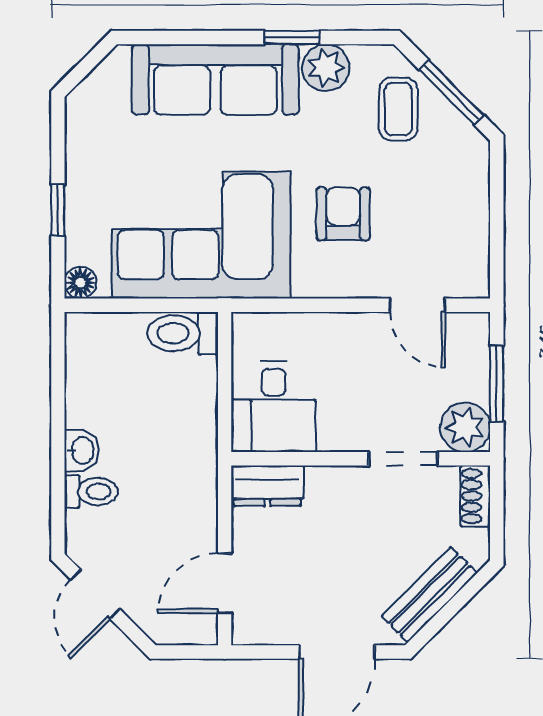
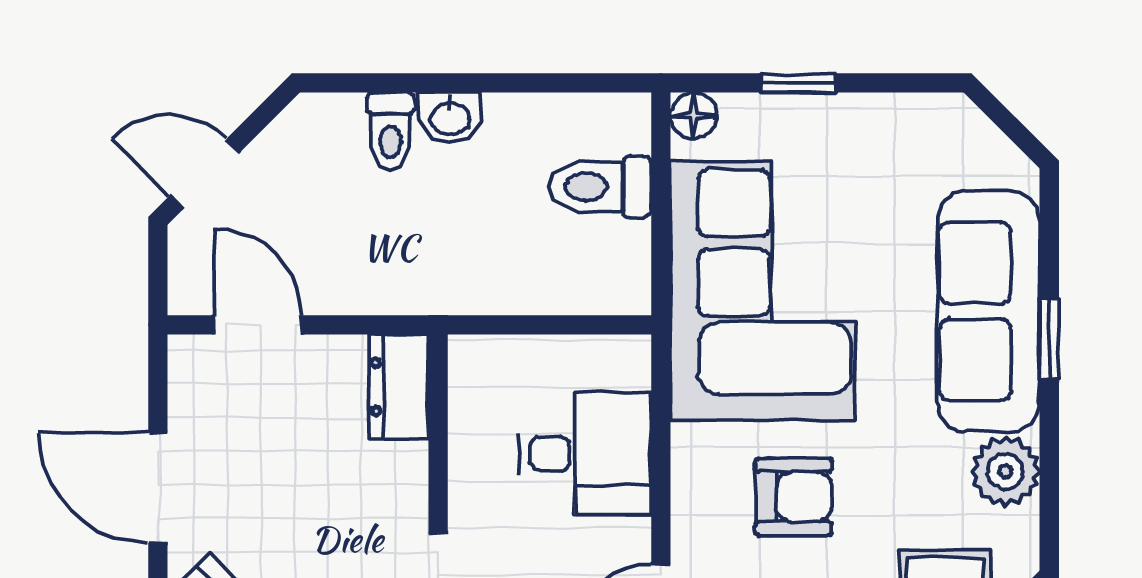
window: (292, 37) -> (1049, 339), moved
toilet: (183, 333) -> (600, 187), moved, turned -90
desk: (273, 407) -> (585, 453), moved, turned 180
door: (95, 594) -> (205, 174), moved

